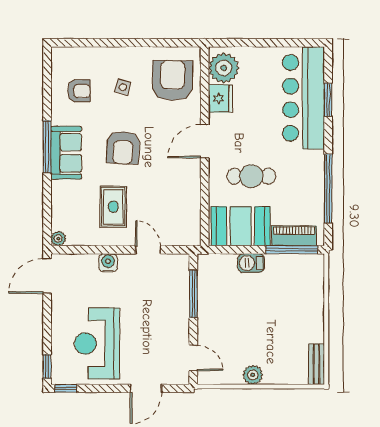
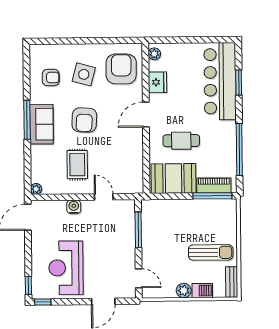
plant: (224, 68) -> (154, 54), width x0.53, depth x0.53
side table: (123, 87) -> (84, 74), width x1.87, depth x1.87
barbecue: (251, 263) -> (202, 291), moved, turned 180
sun lounger: (289, 325) -> (211, 252), added

